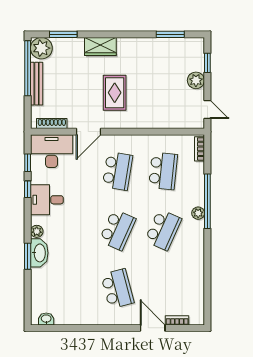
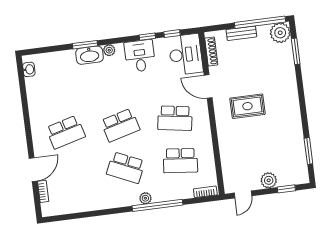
wardrobe: (100, 46) -> (289, 87), removed
bench: (37, 84) -> (241, 33), width x0.73
school desk: (117, 230) -> (120, 125), turned -39

